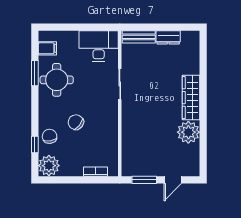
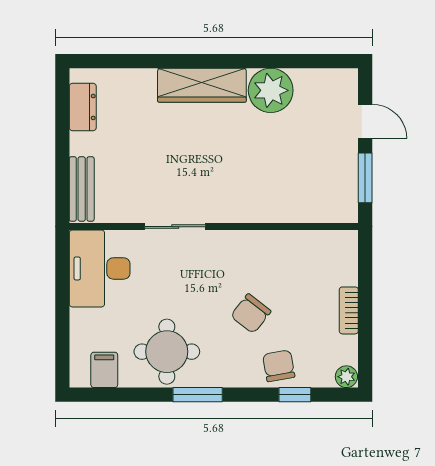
dresser: (168, 37) -> (83, 107), moved
window: (35, 73) -> (198, 395), moved
chair: (50, 136) -> (279, 366), turned 88
plant: (49, 166) -> (346, 377), width x0.53, depth x0.53
bookcase: (95, 172) -> (349, 310), moved

